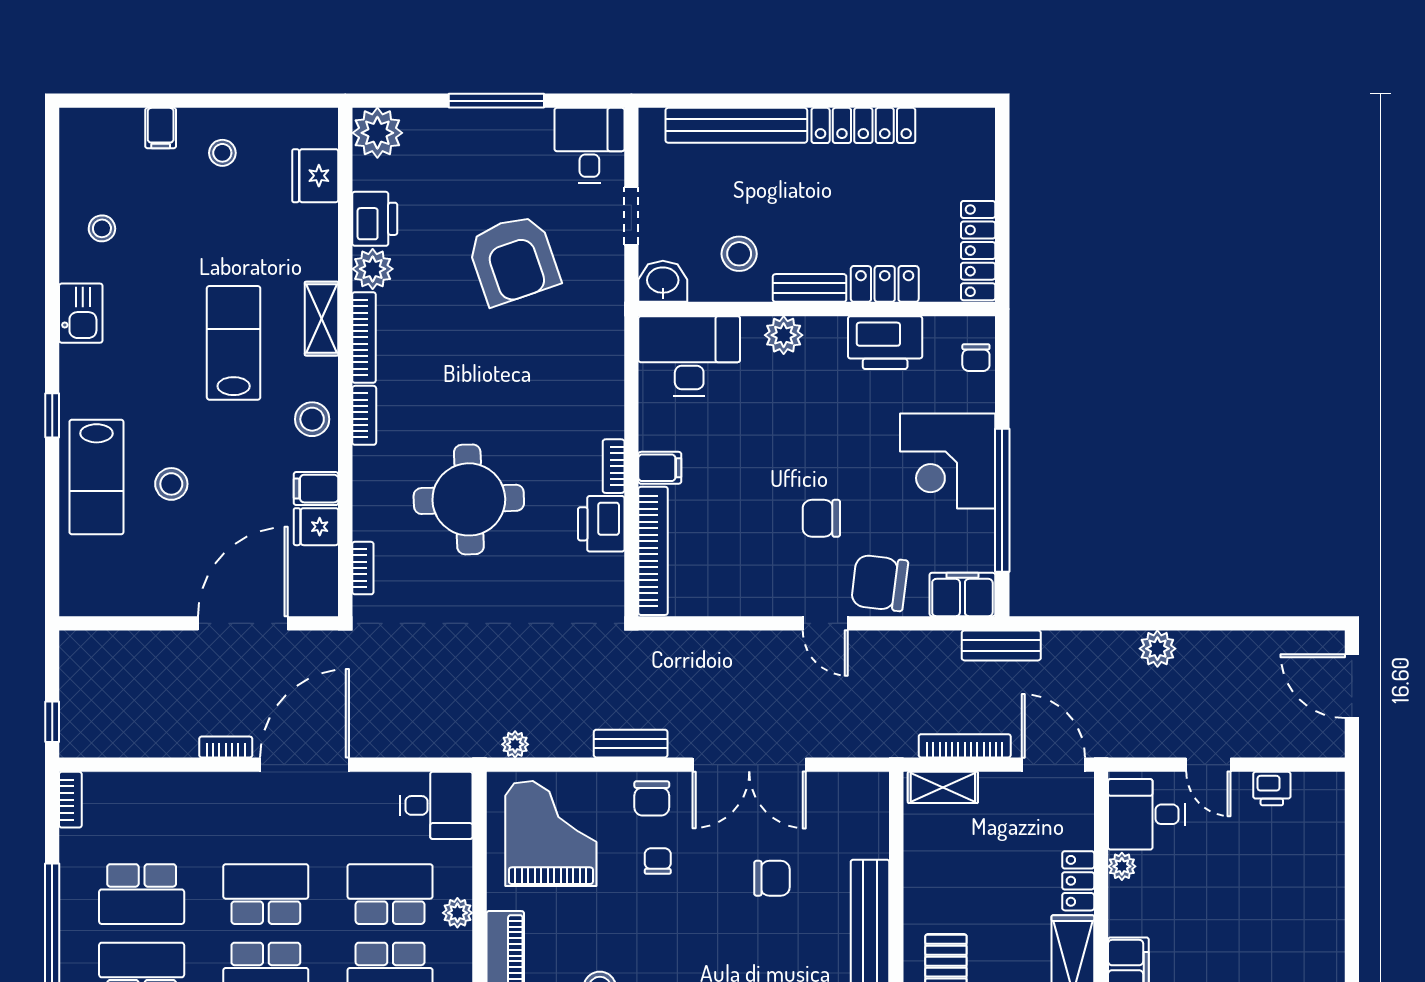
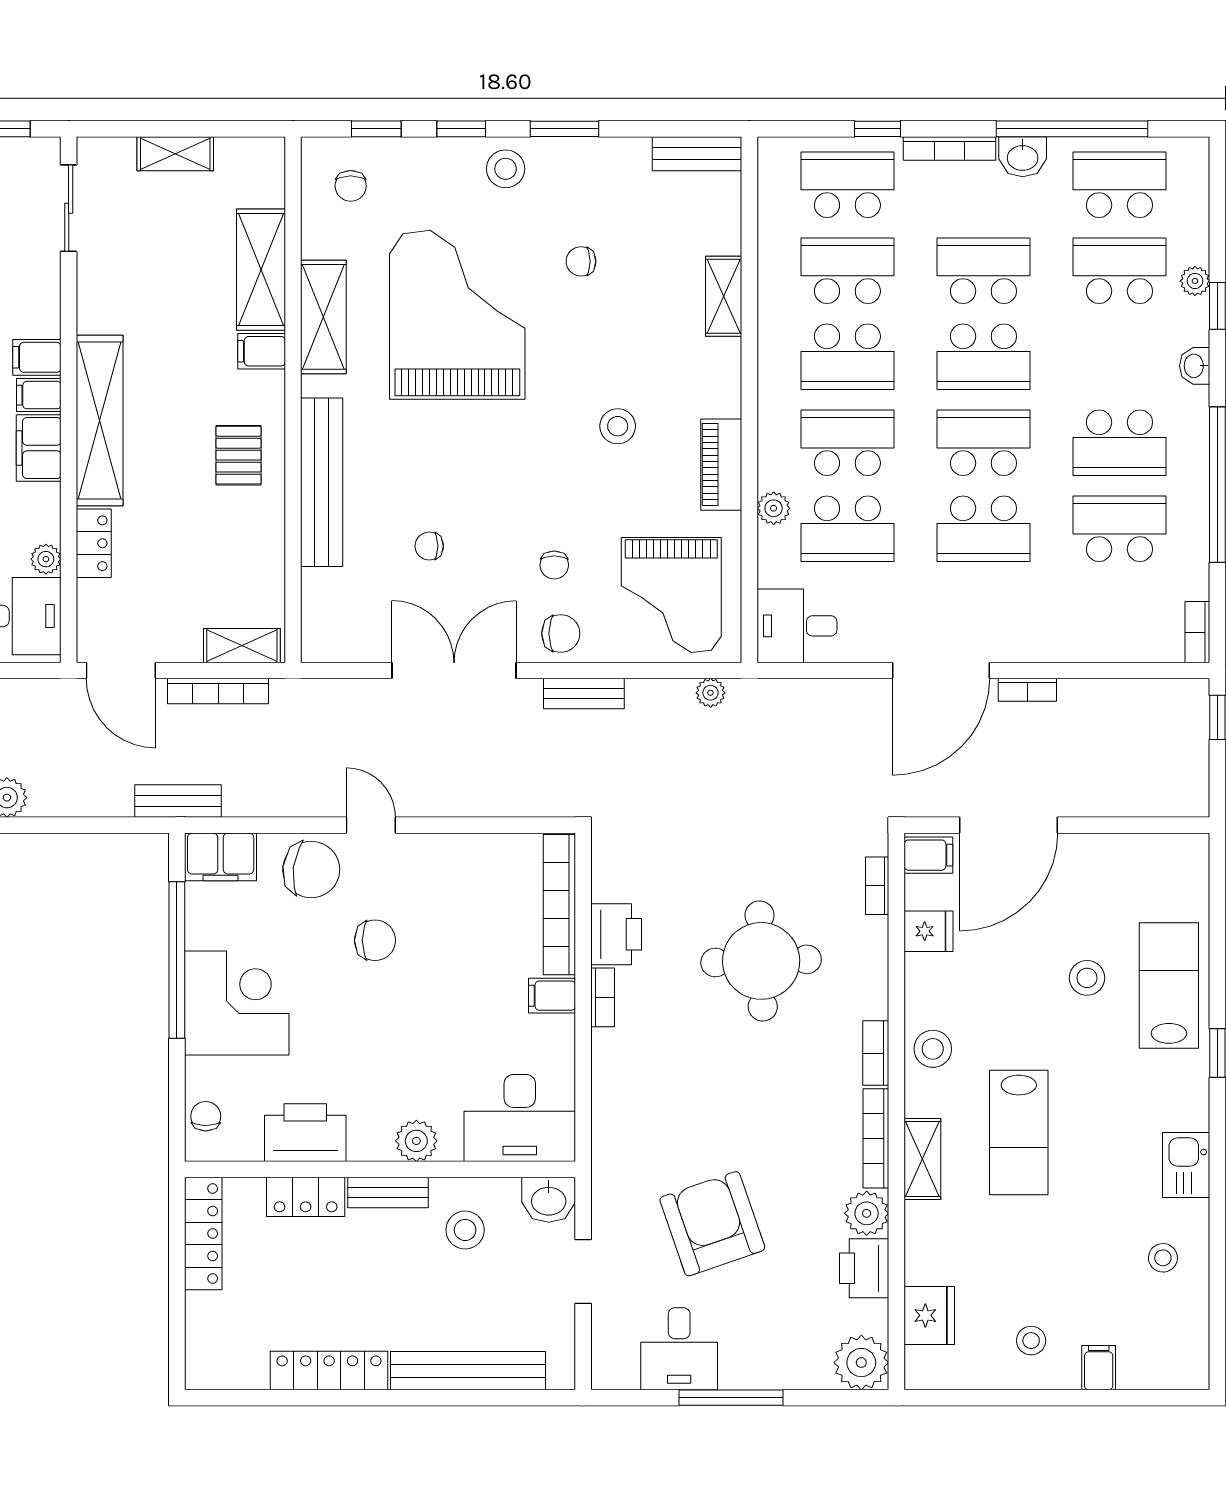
desk: (589, 145) -> (679, 1349), moved
filing cabinet: (316, 489) -> (928, 855), moved
chair: (652, 798) -> (561, 633), turned 90
chair: (772, 878) -> (429, 546), width x0.73, depth x0.73

